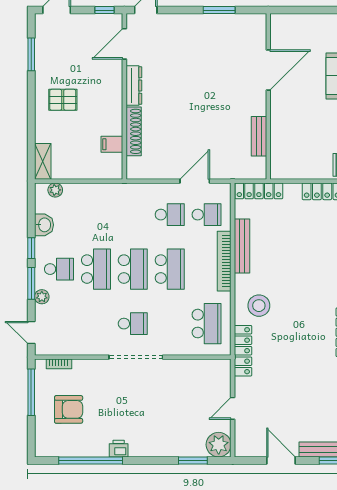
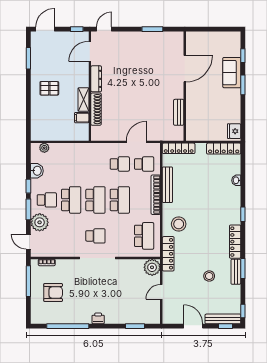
shelving: (43, 161) -> (83, 100), moved
plant: (42, 297) -> (40, 222), width x1.87, depth x1.87
stool: (305, 384) -> (209, 276), added
plant: (219, 445) -> (152, 267), moved
printer: (119, 449) -> (98, 318), moved

